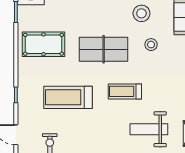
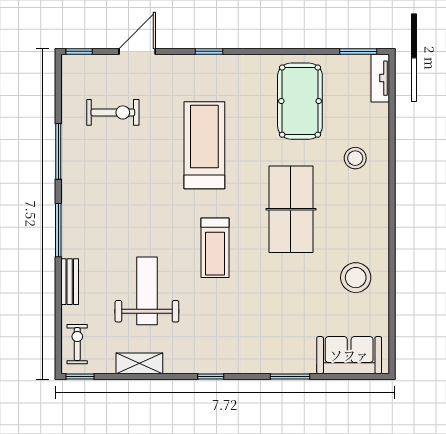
stool: (151, 45) -> (355, 158), moved
treadmill: (125, 91) -> (215, 248), turned 180

